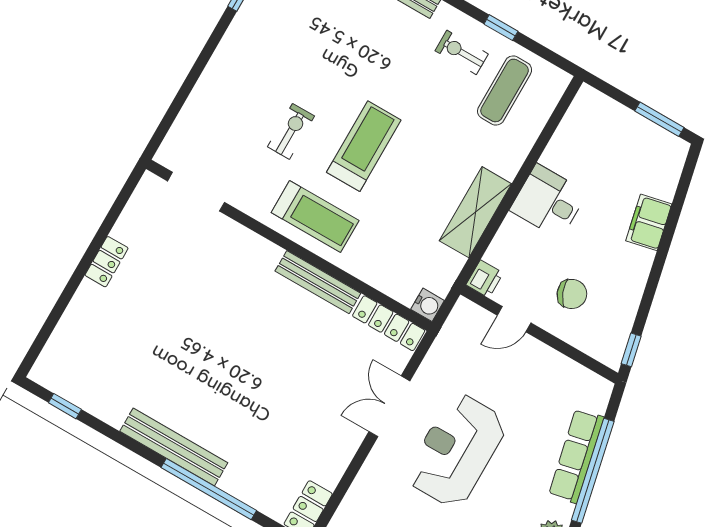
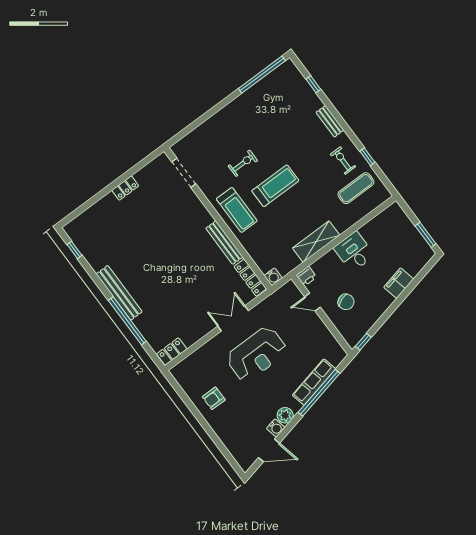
reception desk: (456, 450) -> (257, 354), turned 180

